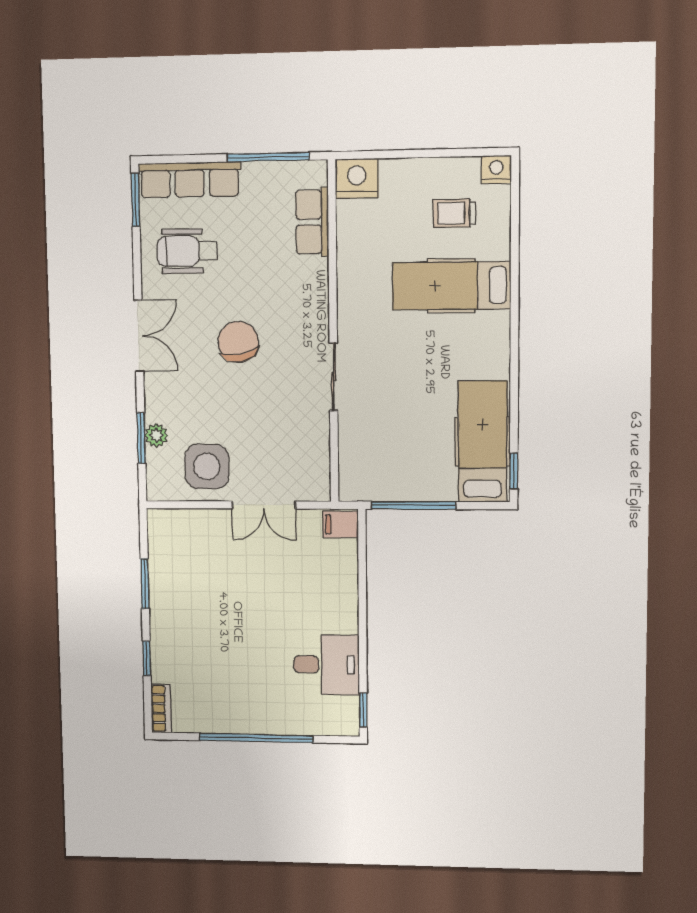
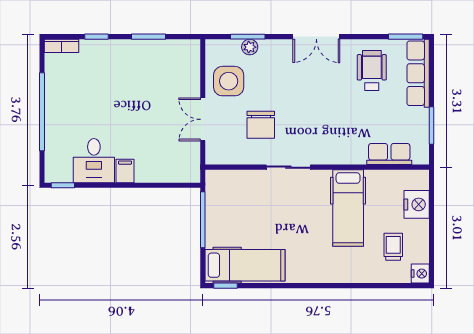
window: (268, 157) -> (432, 126), width x0.69
nightstand: (357, 178) -> (417, 204), moved
hospital bed: (451, 286) -> (348, 208), moved, turned 180
chair: (238, 342) -> (261, 125), moved, turned 99
filing cabinet: (340, 524) -> (125, 171), moved

